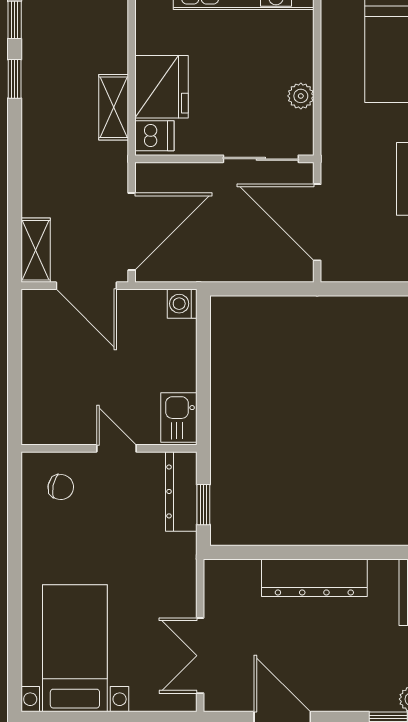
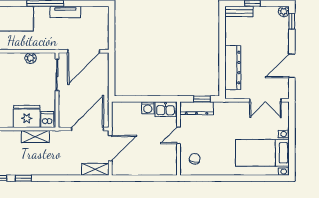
door: (132, 232) -> (87, 129), hinge flipped
washing machine: (182, 304) -> (148, 108), moved
dresser: (314, 578) -> (233, 68), moved

